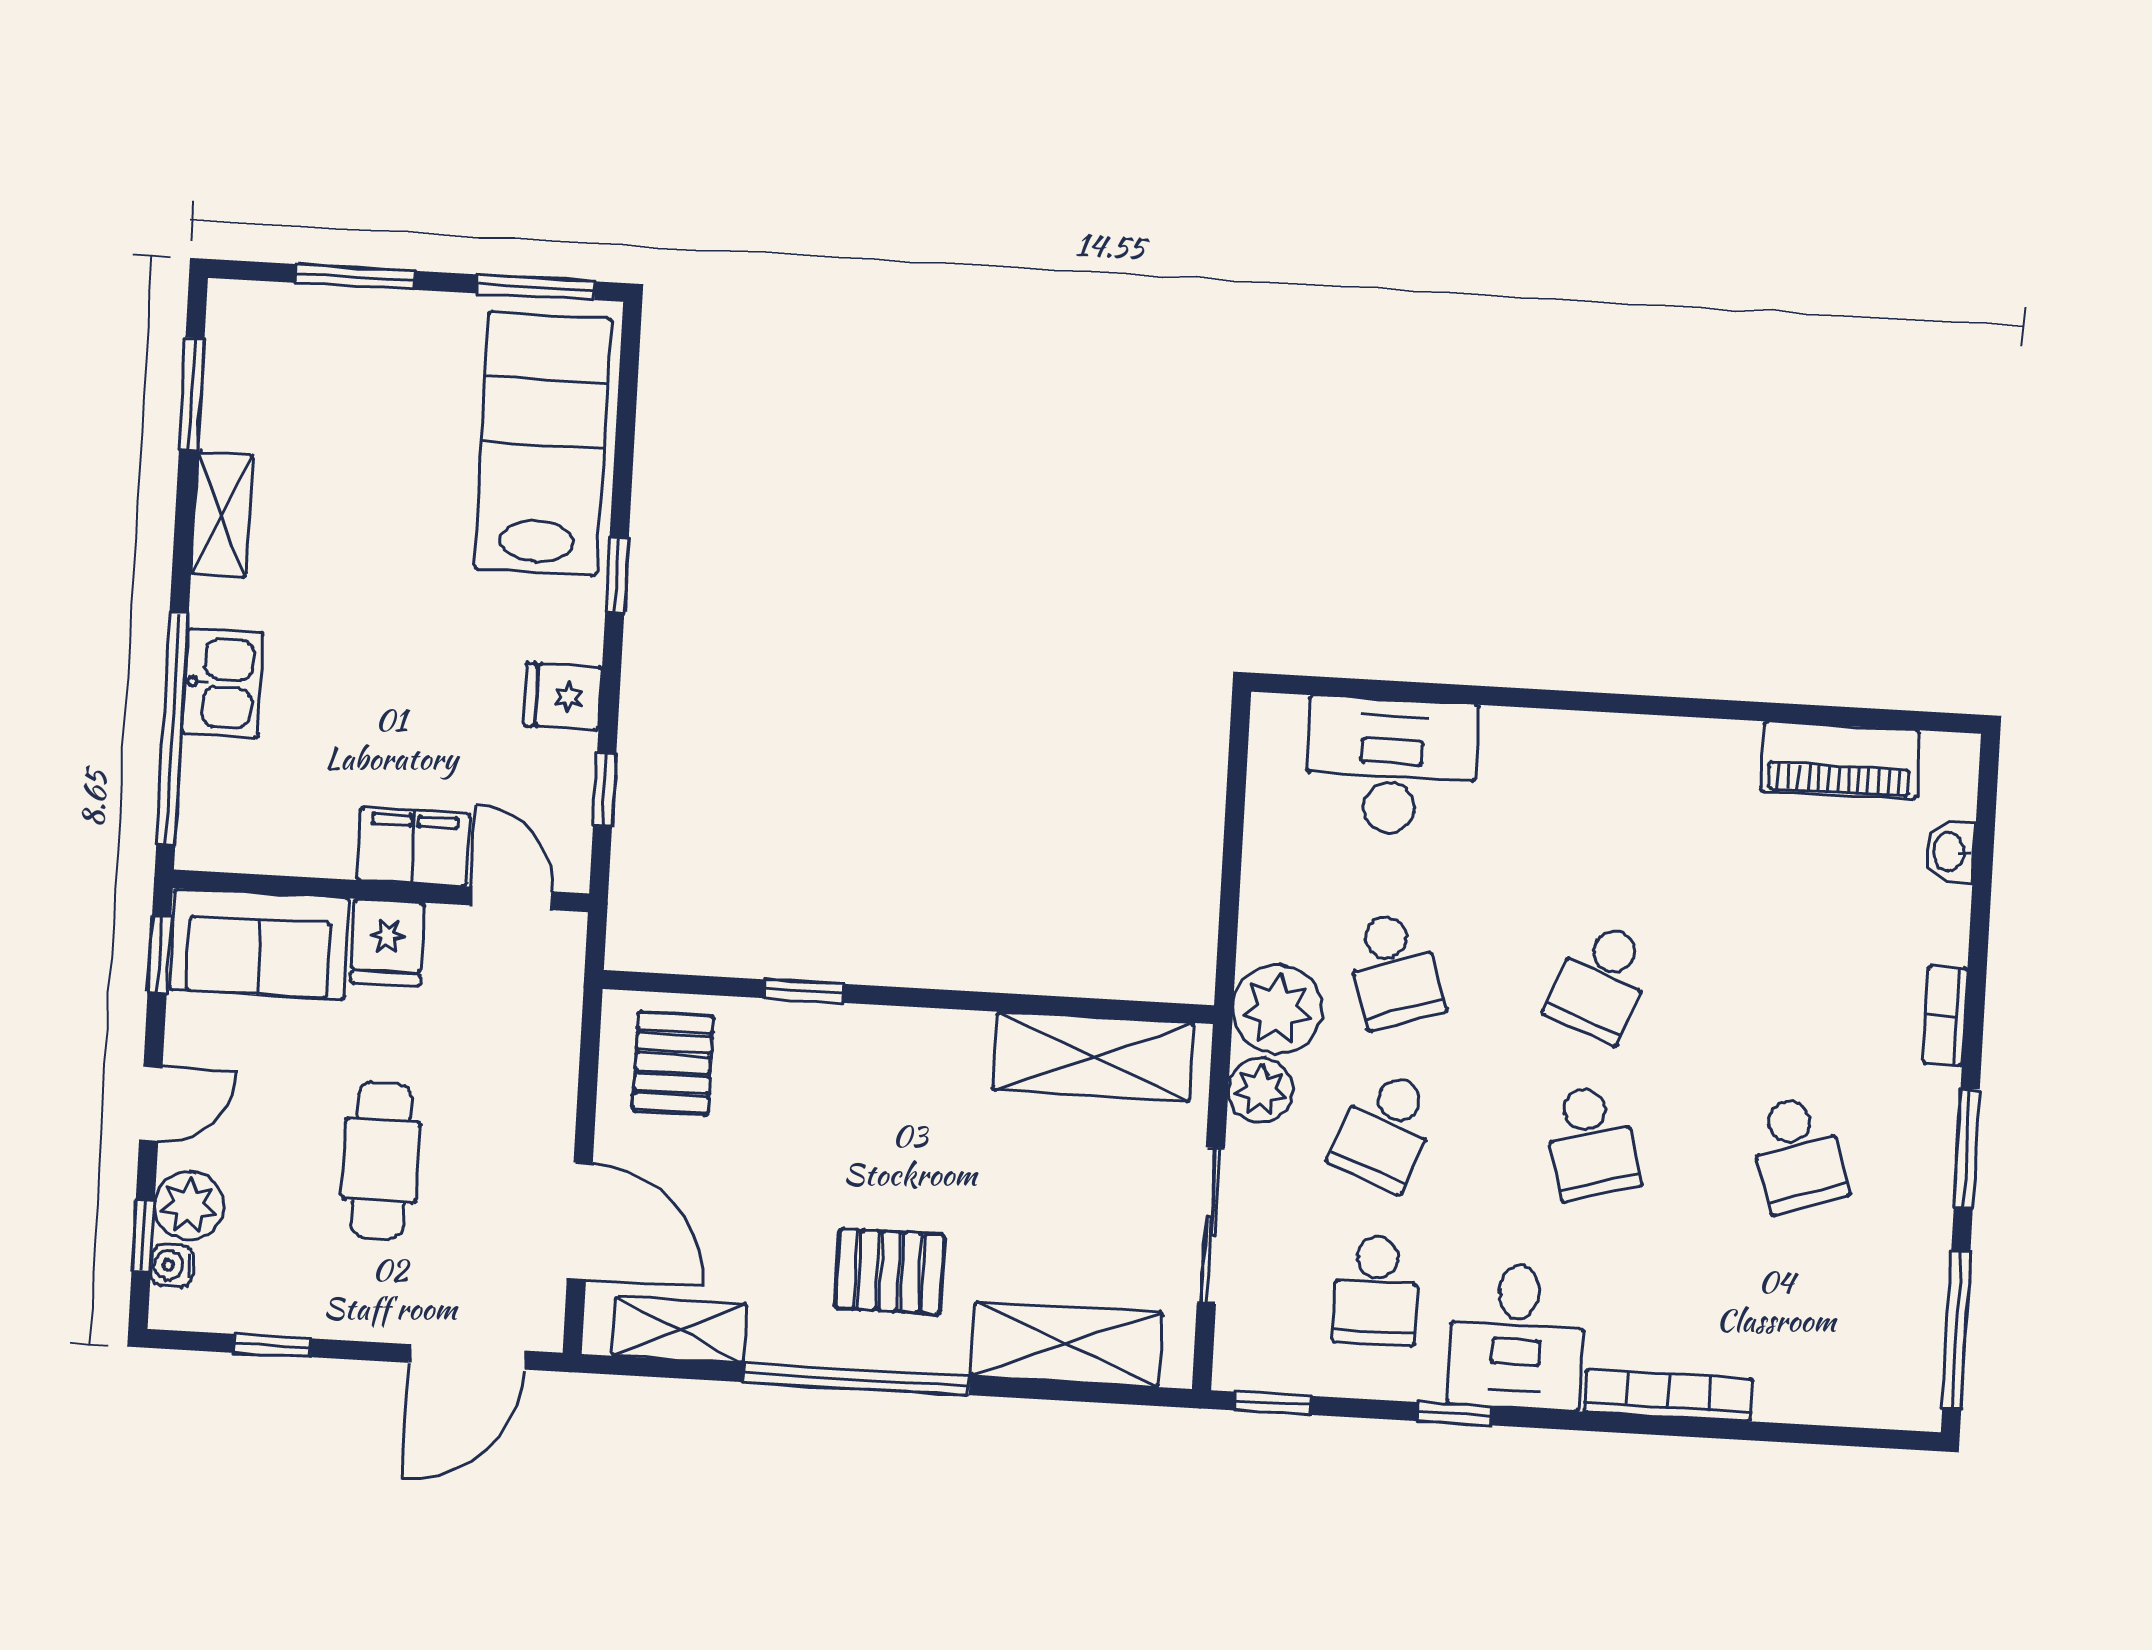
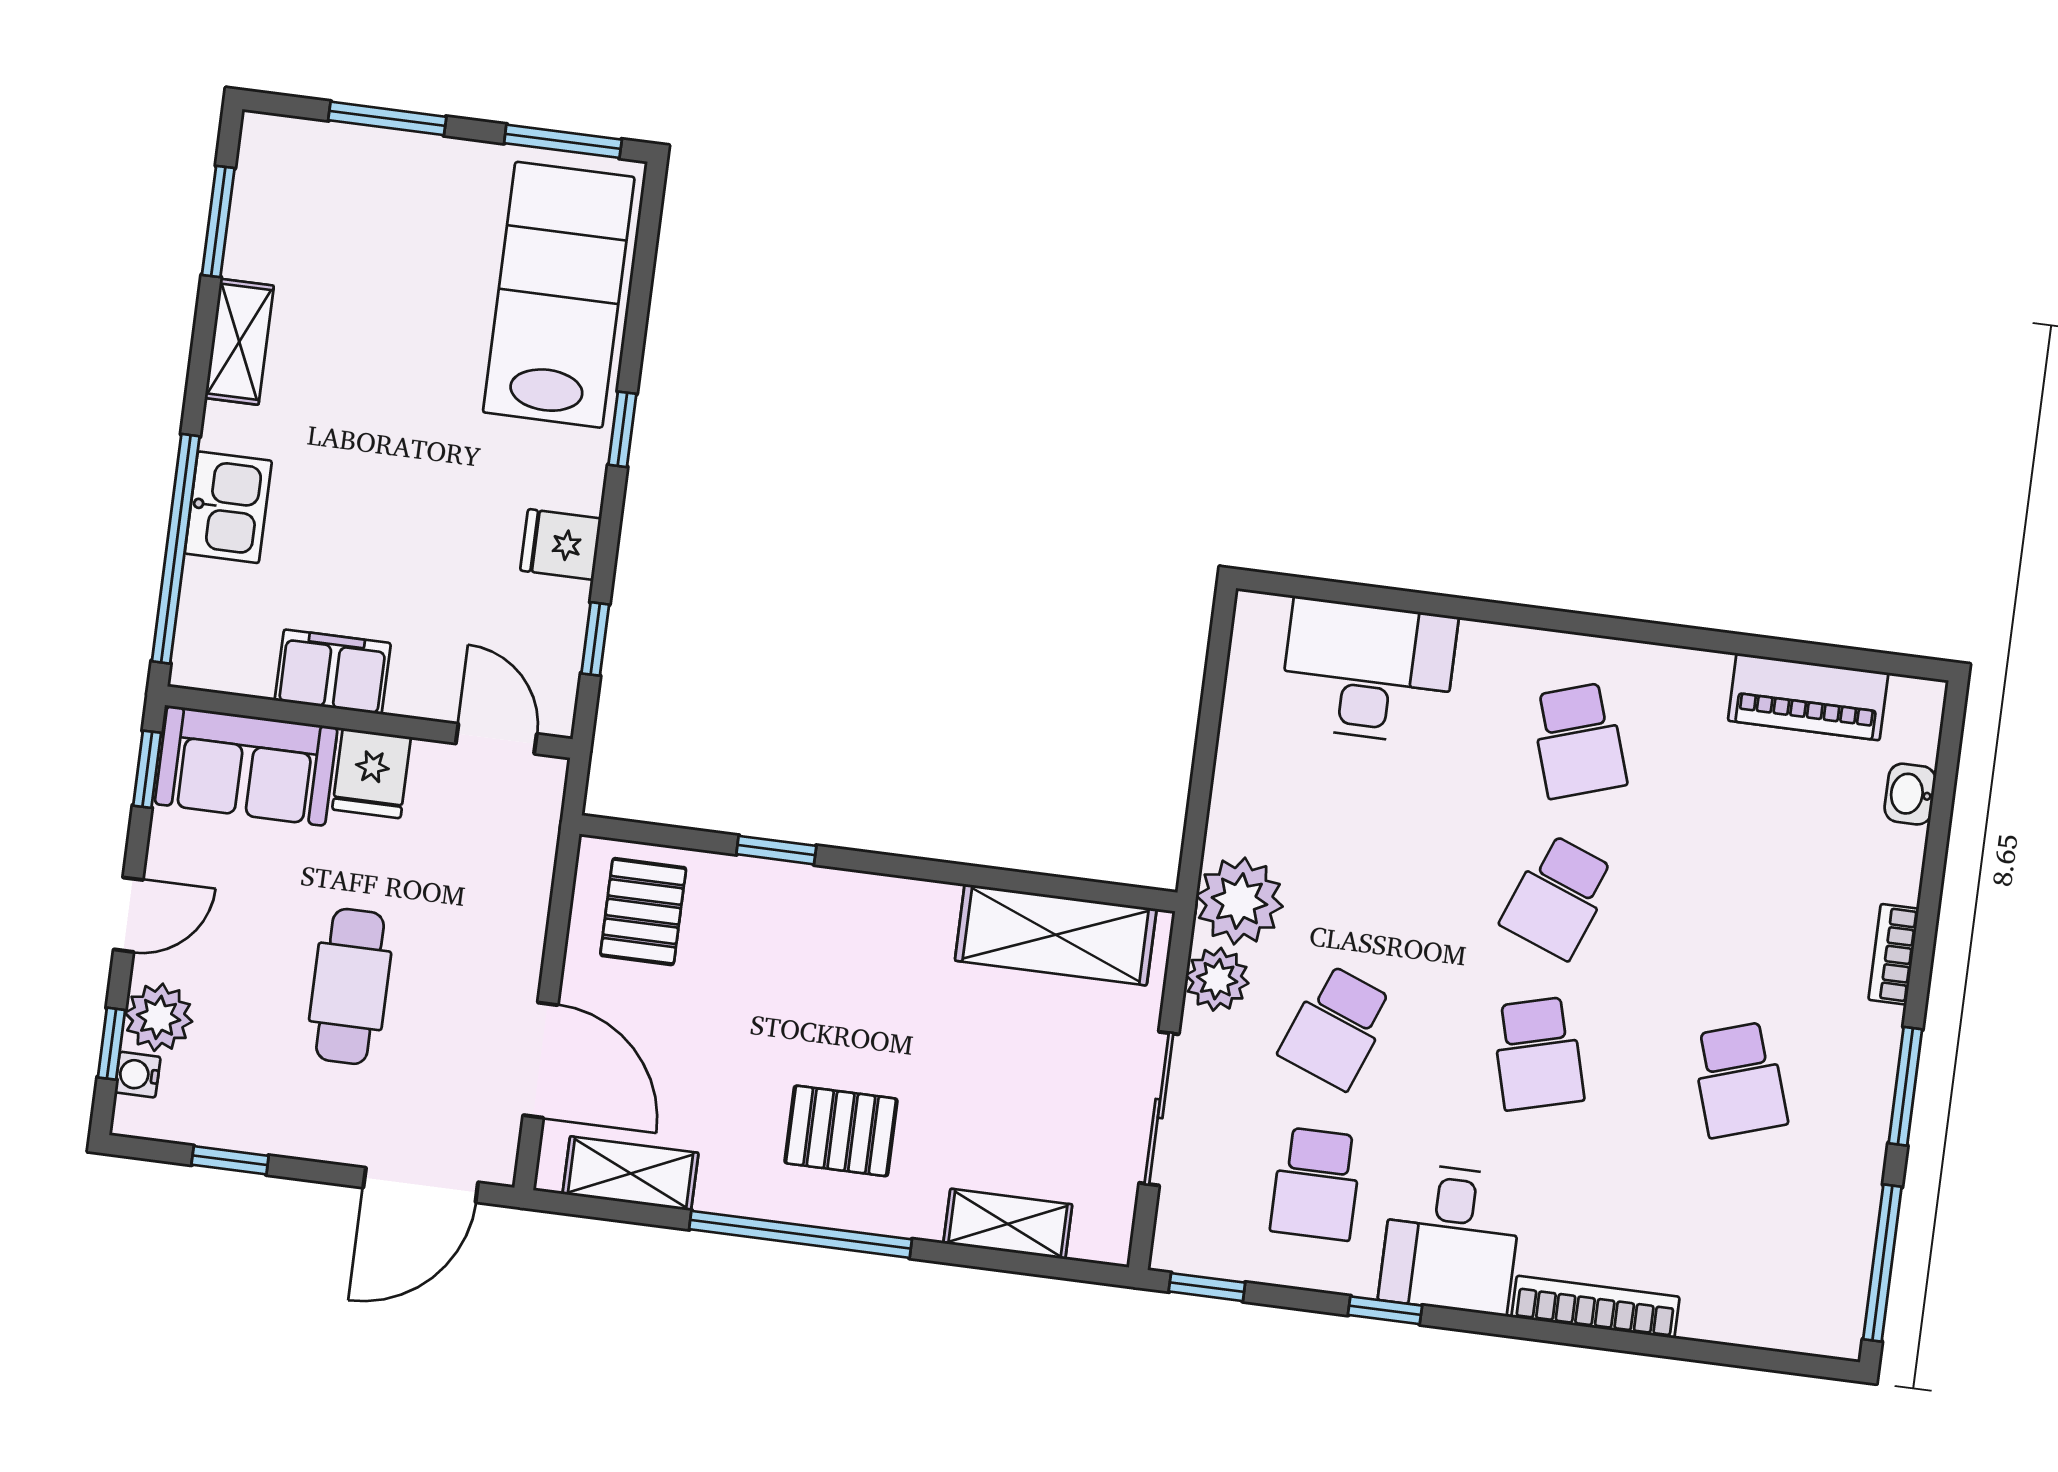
filing cabinet: (413, 847) -> (333, 672), moved
school desk: (1394, 970) -> (1579, 740), moved
shelving: (1066, 1344) -> (1008, 1224), width x0.67, depth x0.75

